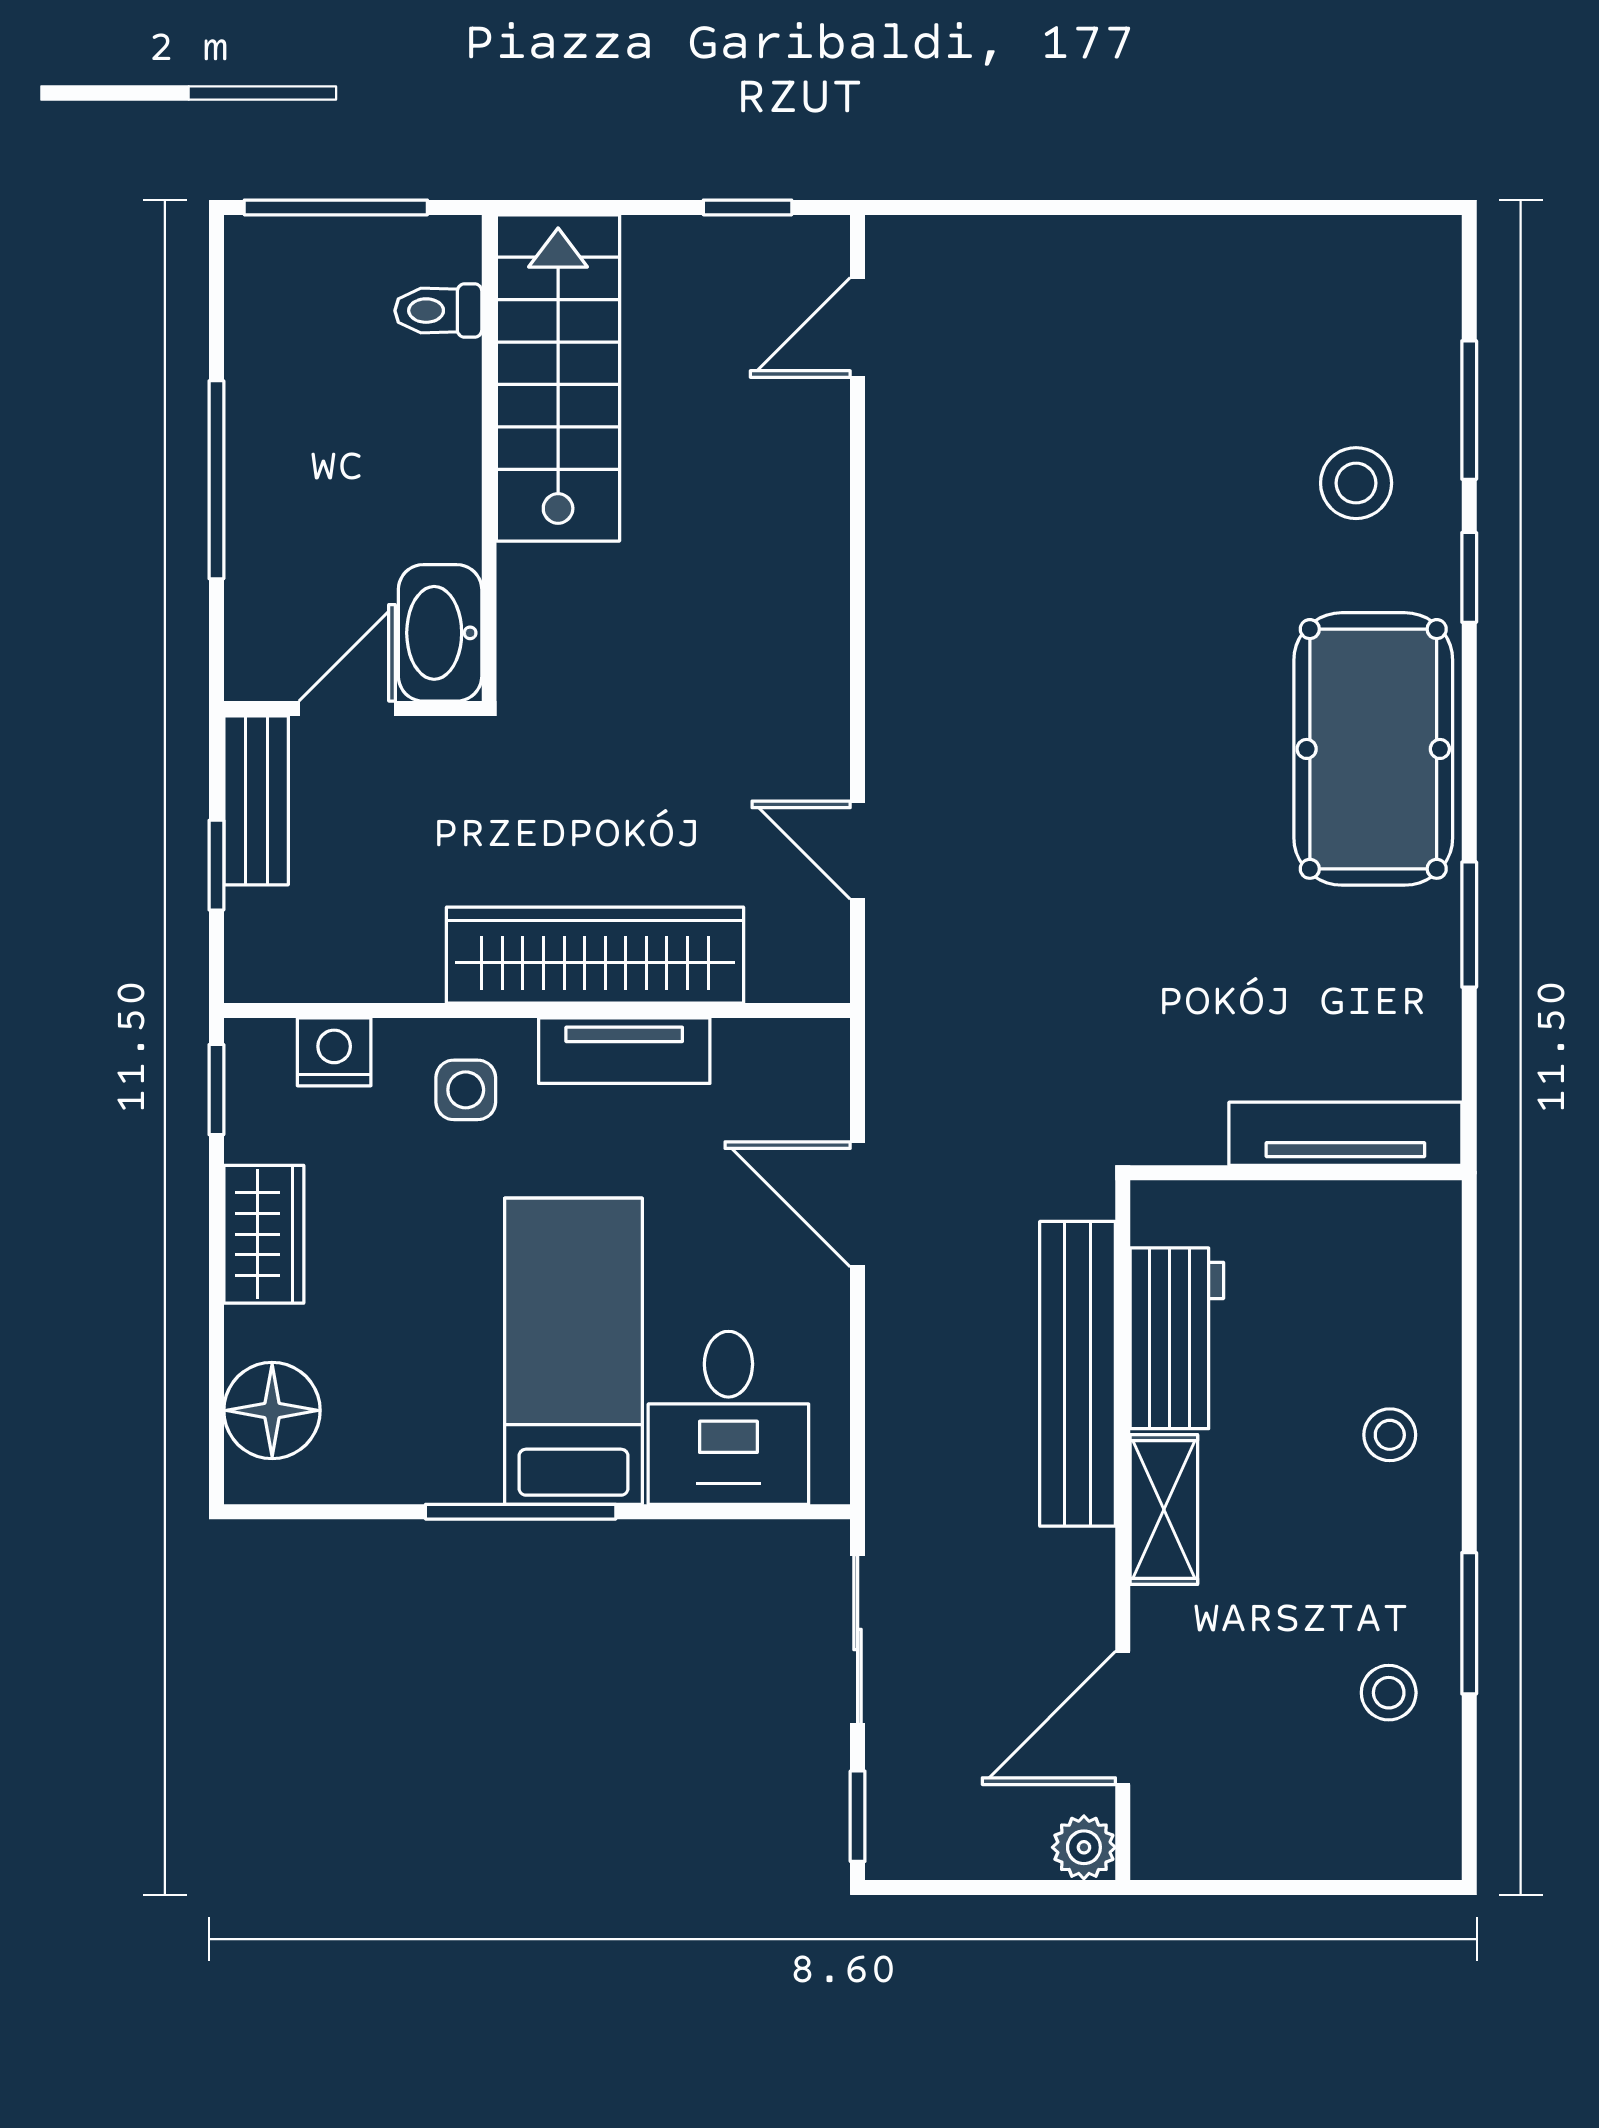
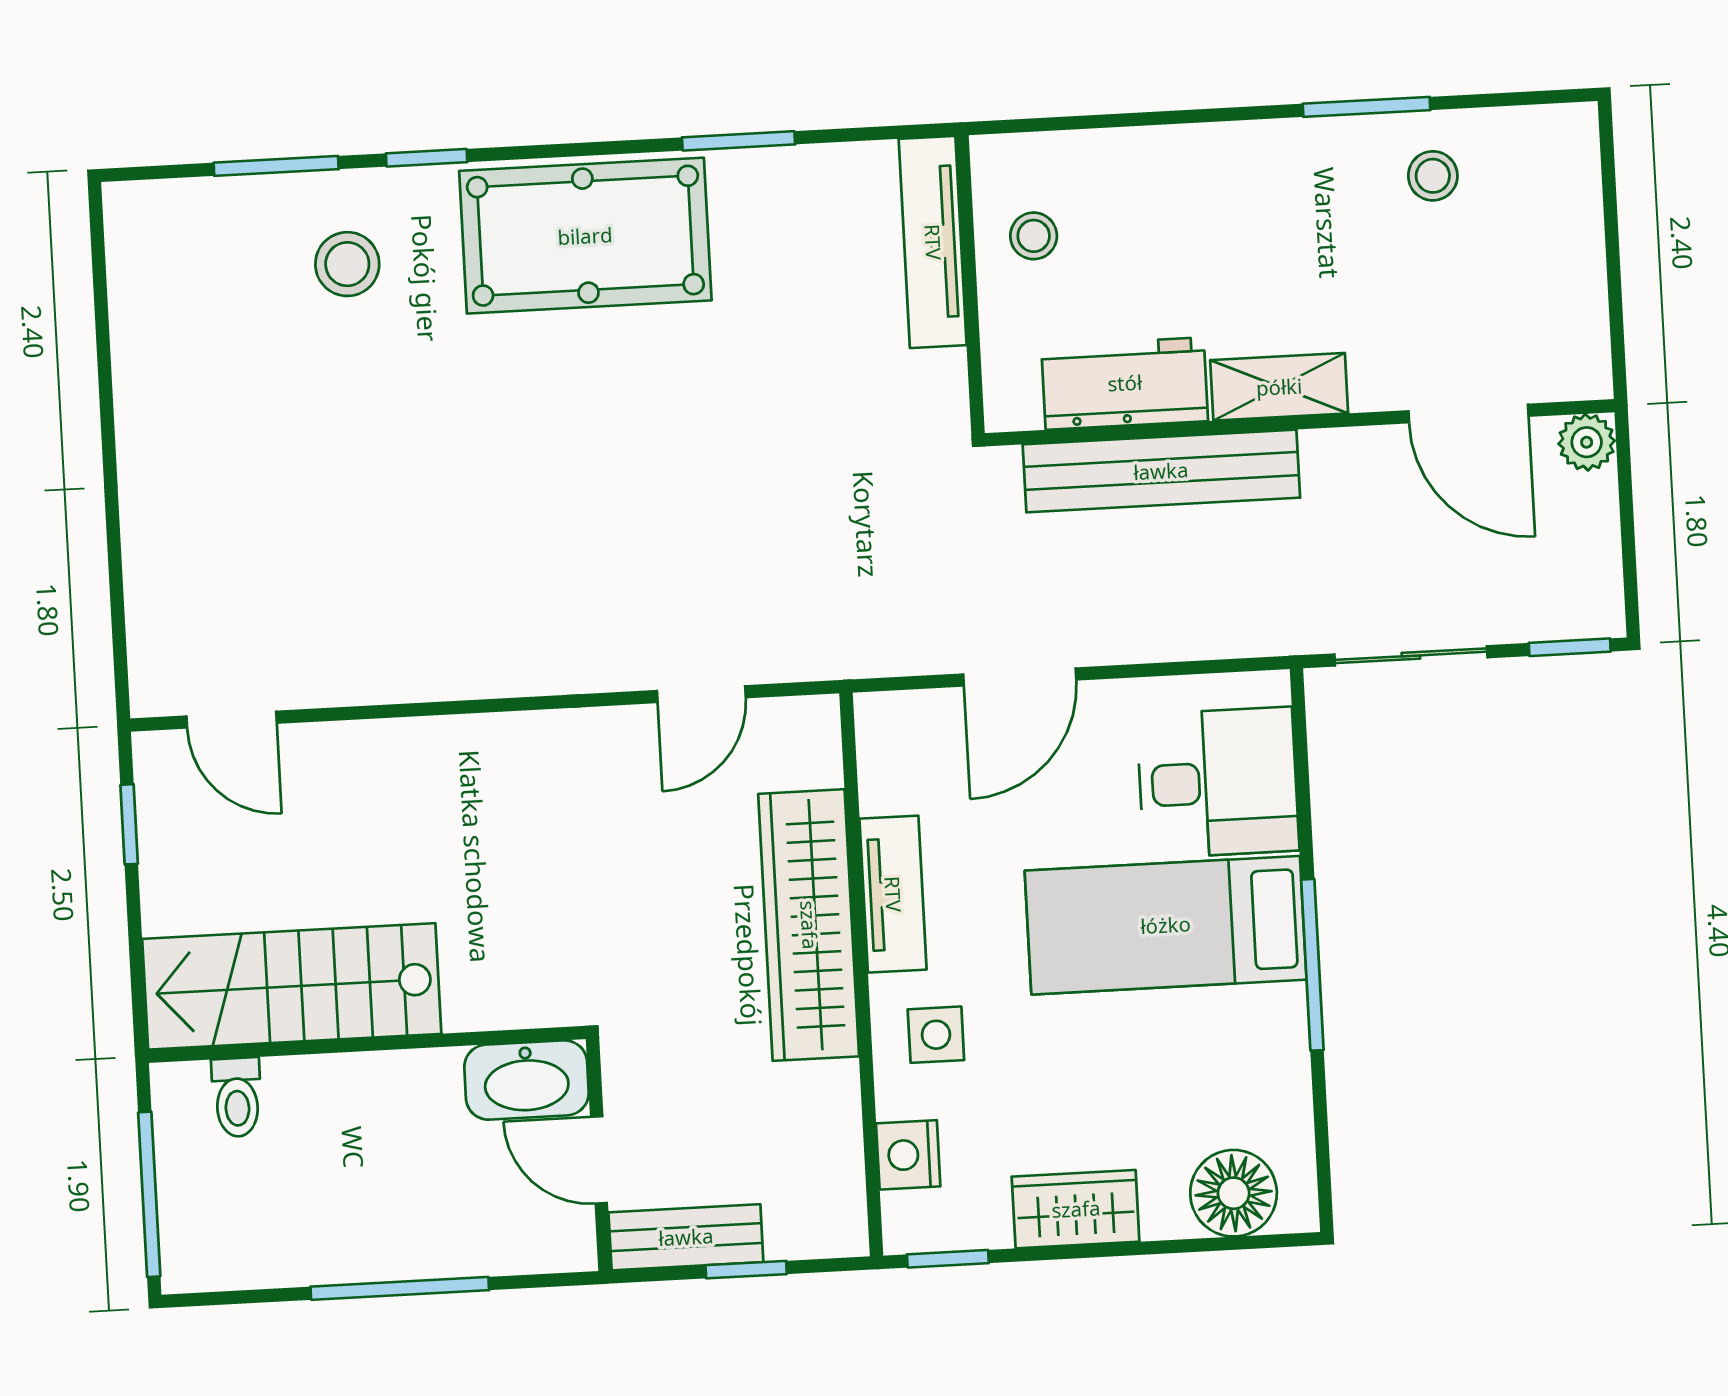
stool: (1390, 1435) -> (1034, 236), moved

